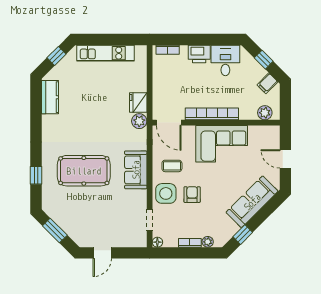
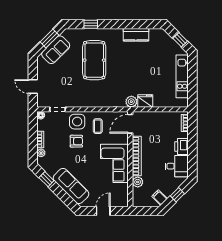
kitchen counter: (50, 97) -> (136, 35), moved
plant: (265, 113) -> (138, 182), moved
sofa: (136, 170) -> (56, 50), moved, turned 135
door: (102, 253) -> (33, 87), moved

